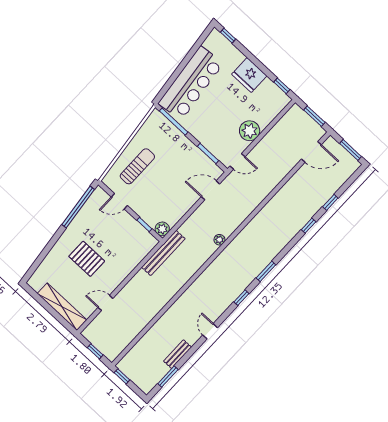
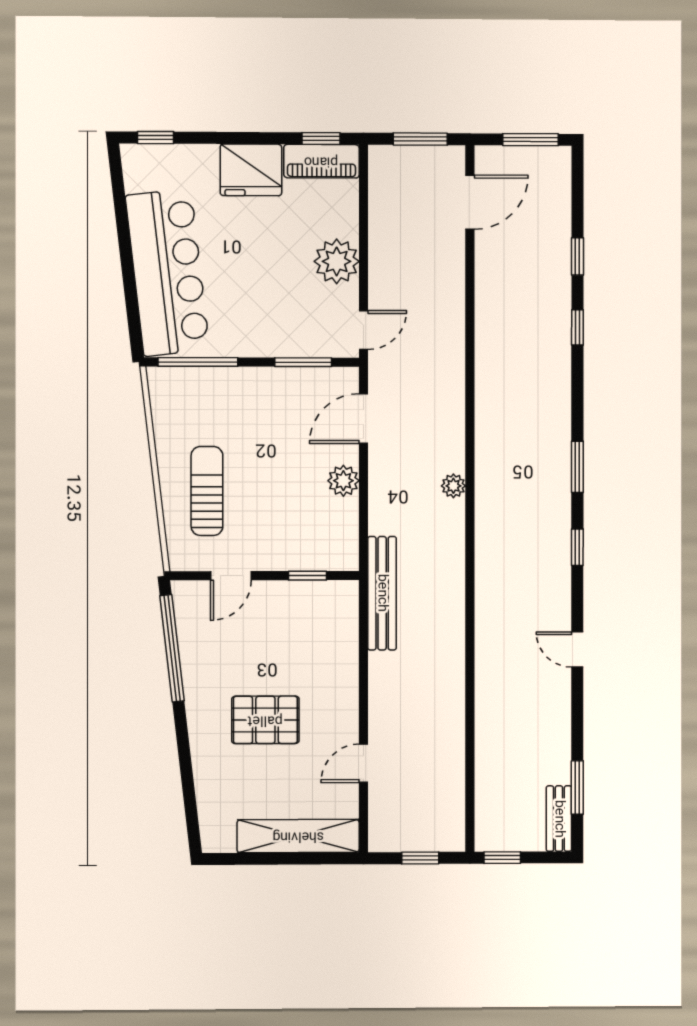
piano: (275, 93) -> (321, 161), added
plant: (162, 229) -> (343, 481), moved
bench: (178, 354) -> (559, 819), moved

